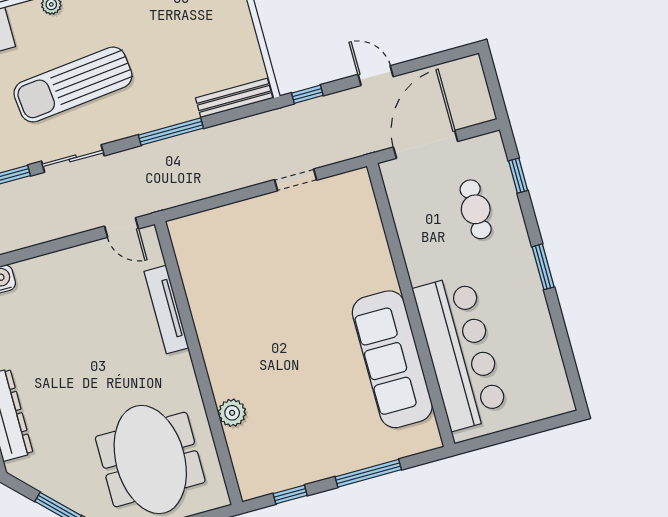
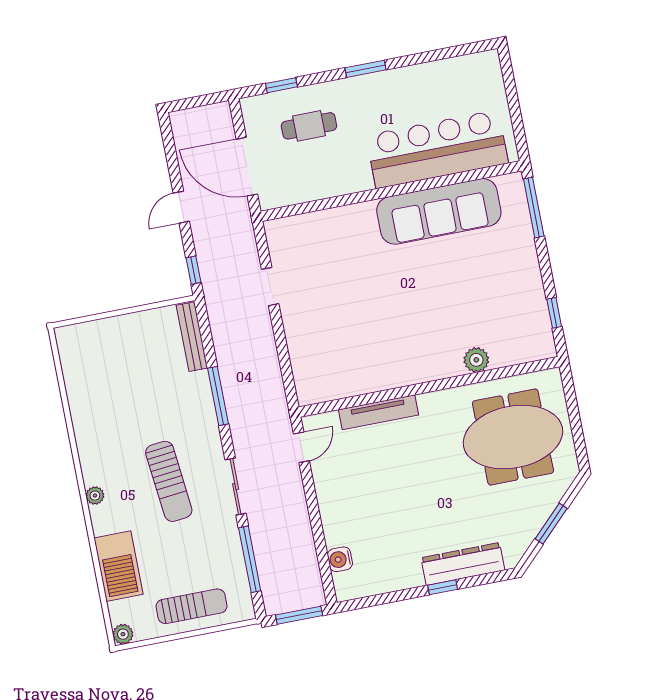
sun lounger: (73, 85) -> (169, 481), width x0.73, depth x0.75
window: (368, 473) -> (534, 208), moved

